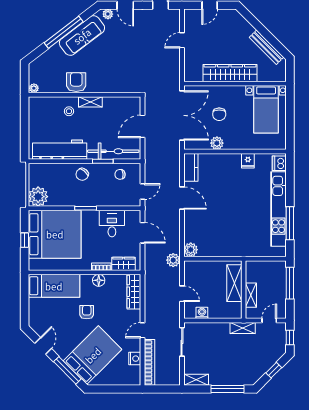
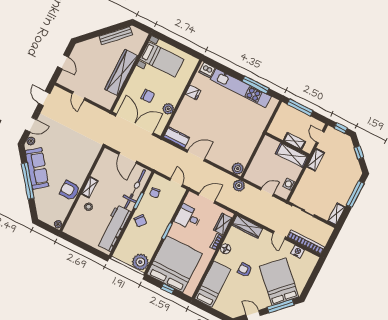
shelving: (234, 283) -> (292, 155), moved

